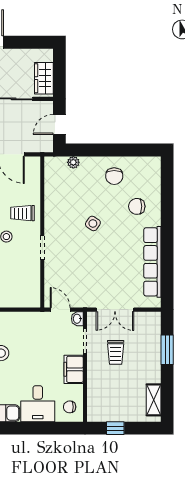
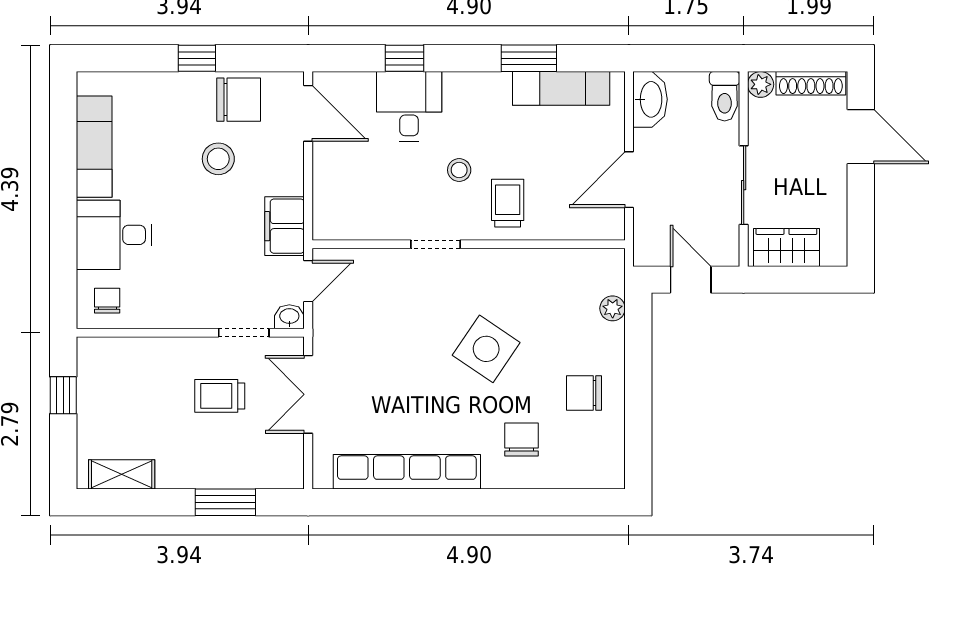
side table: (93, 223) -> (486, 349), width x1.87, depth x1.87
filing cabinet: (74, 369) -> (284, 226), moved, turned -90

